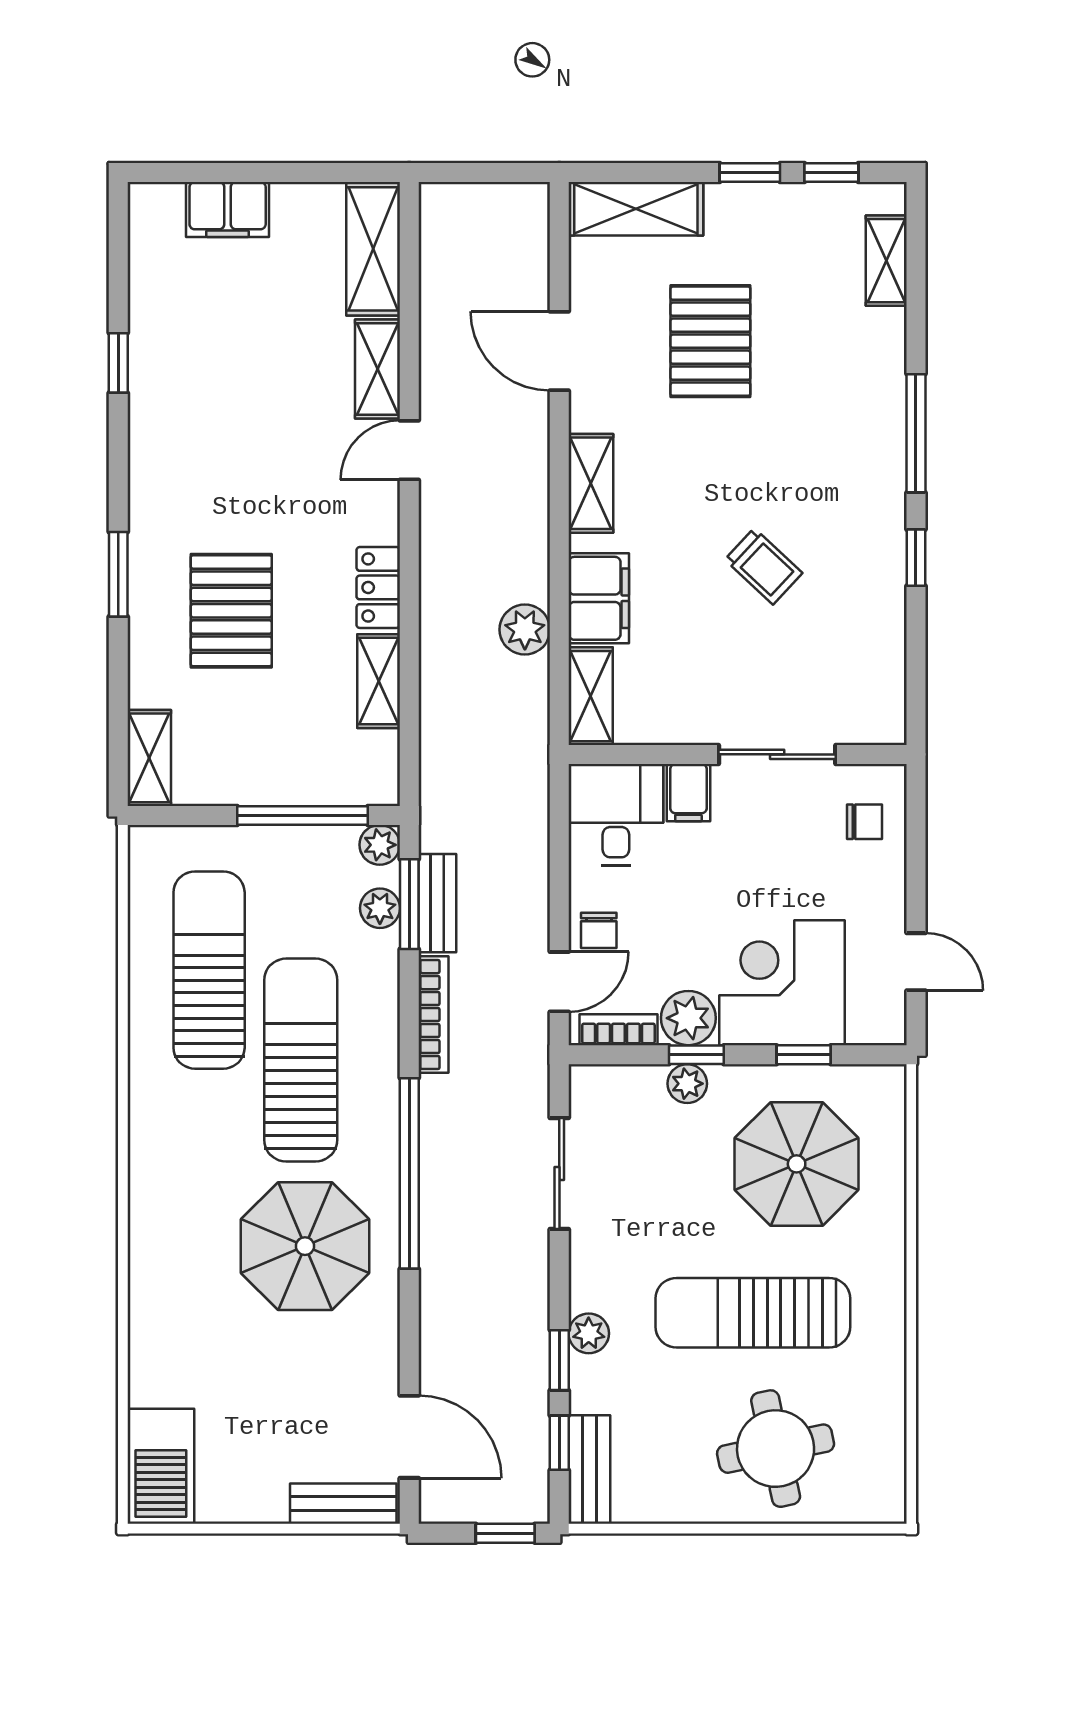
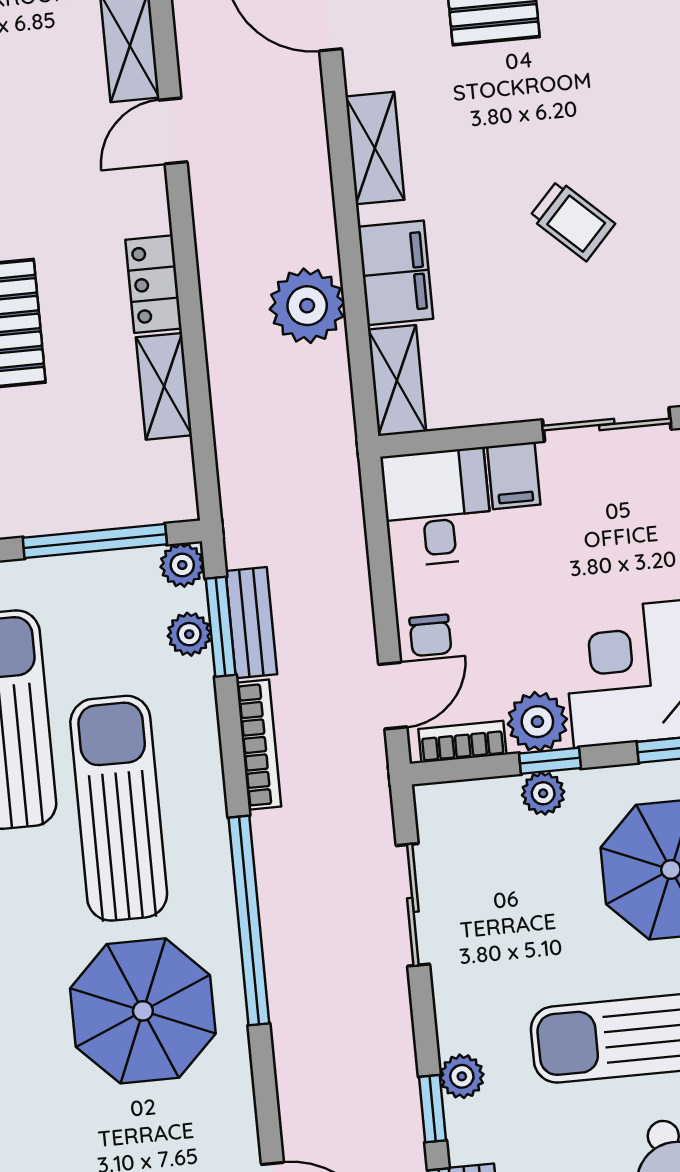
plant: (525, 630) -> (307, 306), width x1.36, depth x1.36

